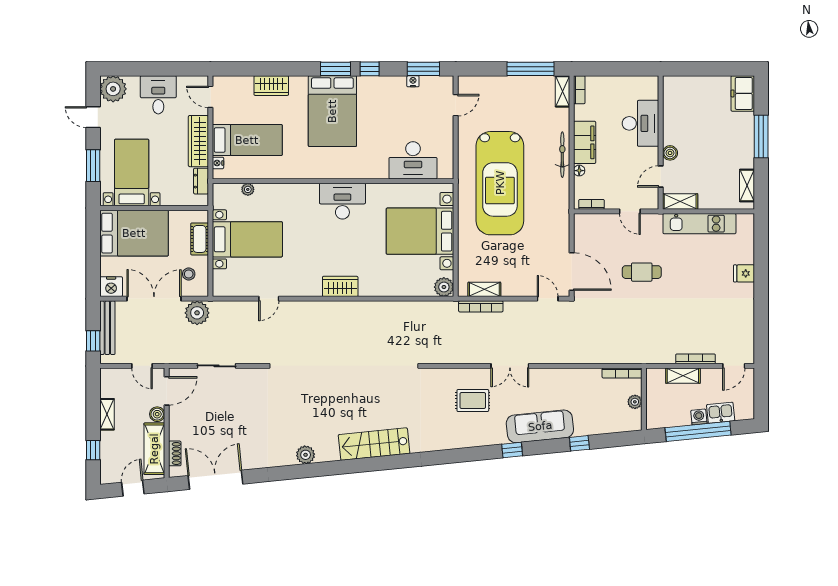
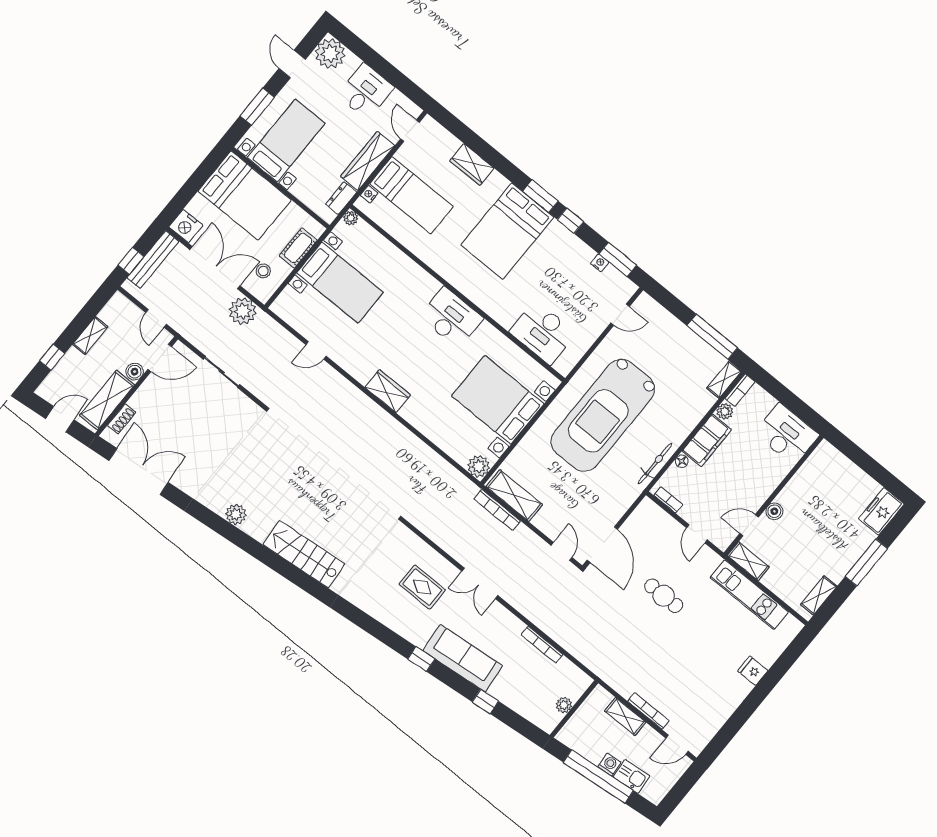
plant: (581, 113) -> (725, 411), added
desk: (640, 123) -> (787, 434), moved, turned -90
bicycle: (562, 155) -> (655, 464), moved
plant: (248, 189) -> (351, 218), moved
shelving: (484, 289) -> (514, 495), width x1.50, depth x1.33
bookcase: (622, 373) -> (542, 645), moved

